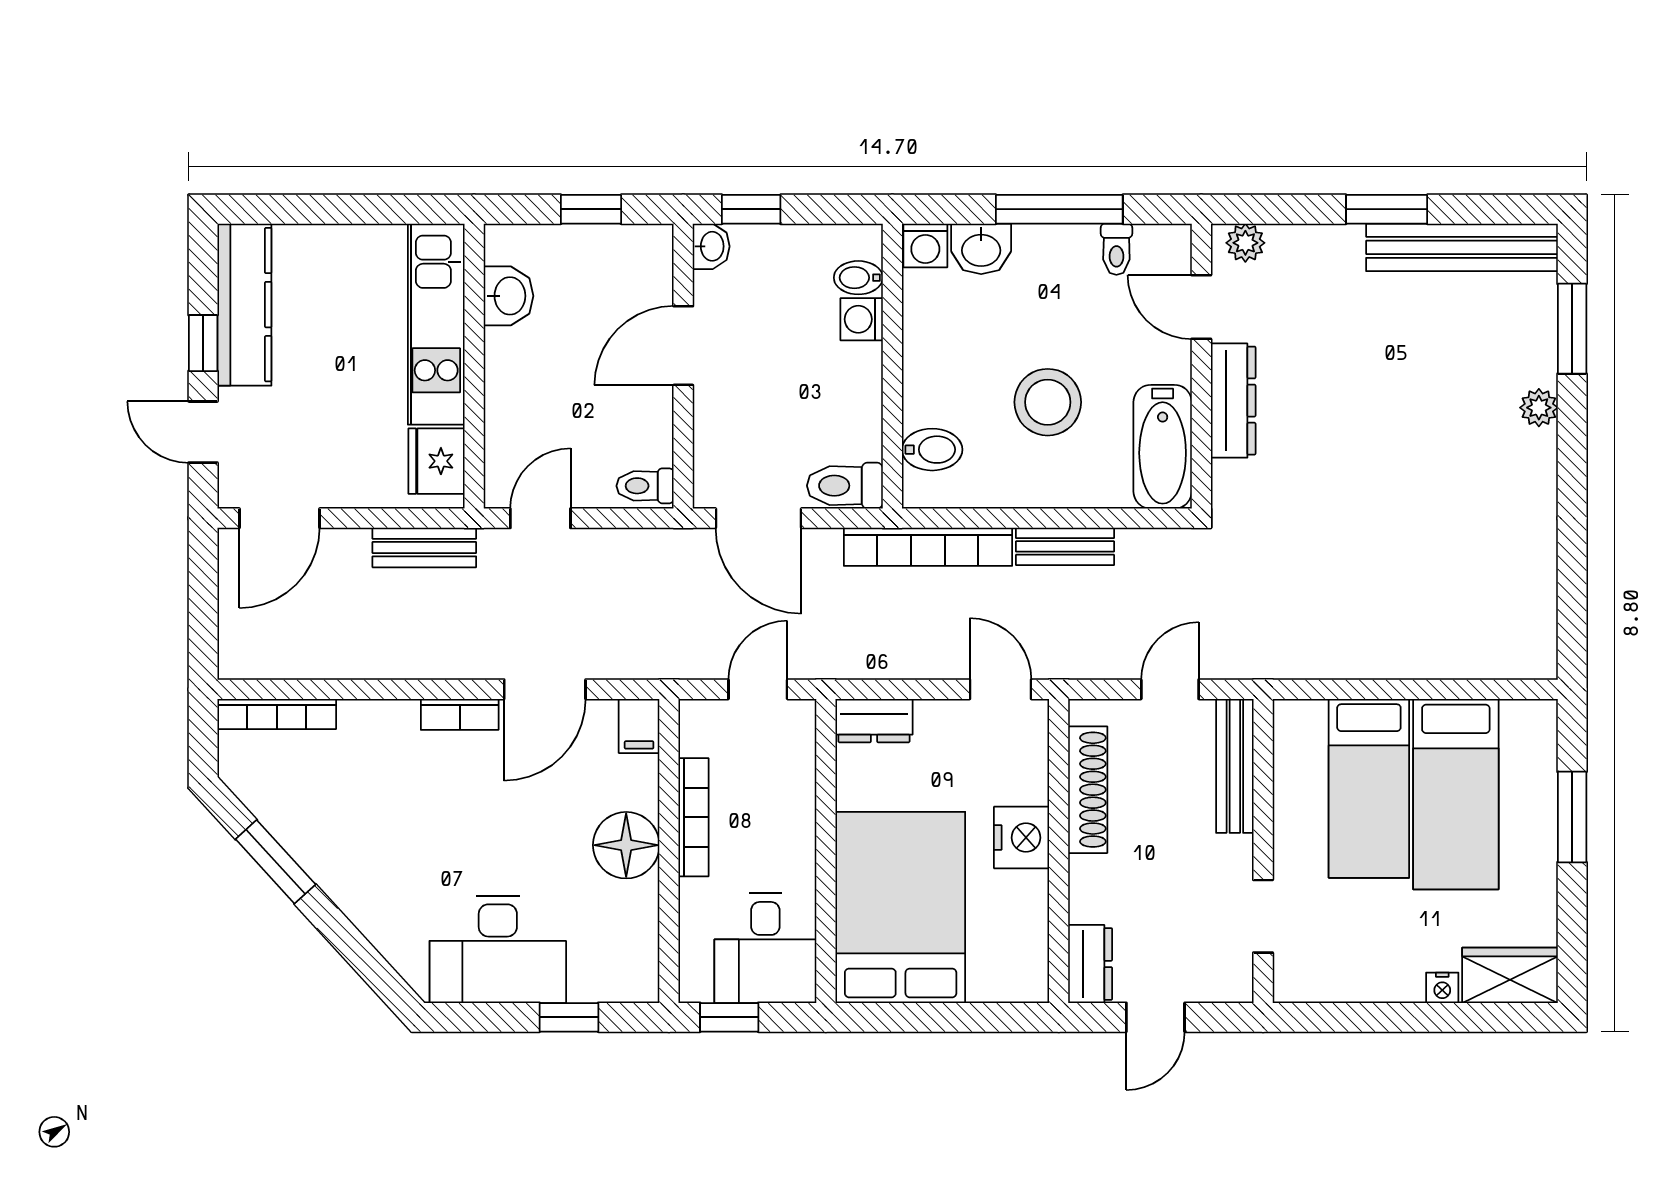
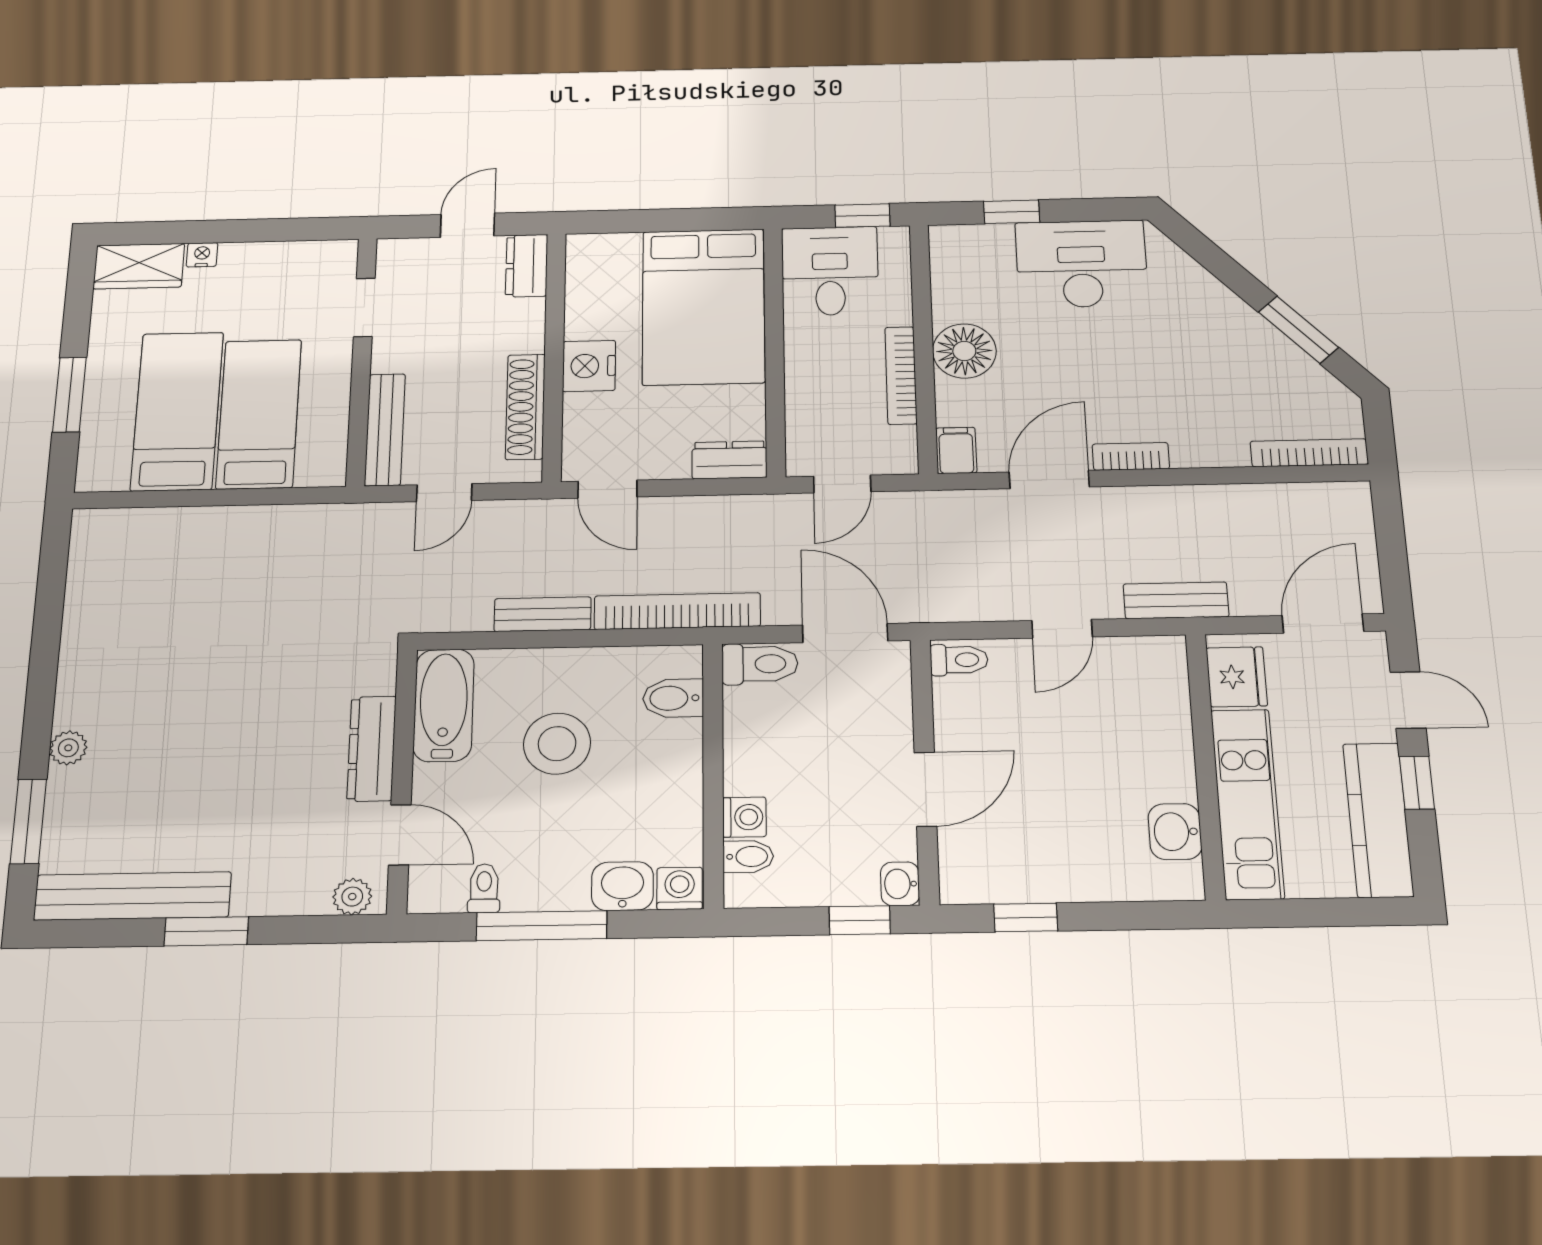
washbasin: (508, 296) -> (1175, 832), moved
kitchen unit: (436, 324) -> (1247, 804), moved
wall: (474, 366) -> (1205, 765), moved
fridge: (436, 461) -> (1237, 677), moved

